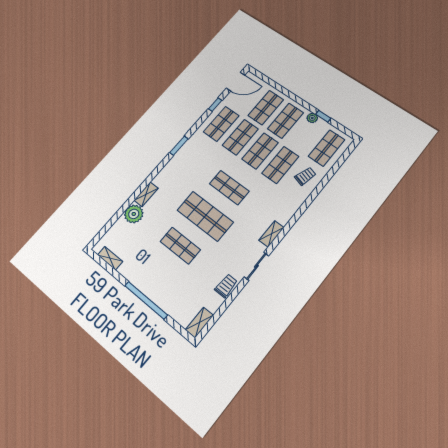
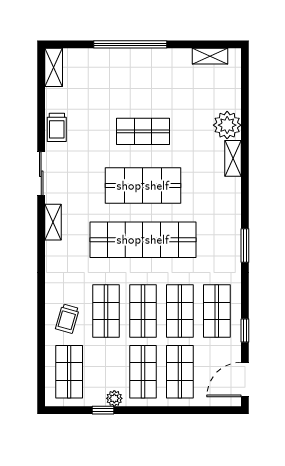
shop shelf: (229, 187) -> (143, 240), width x2.00, depth x1.36

